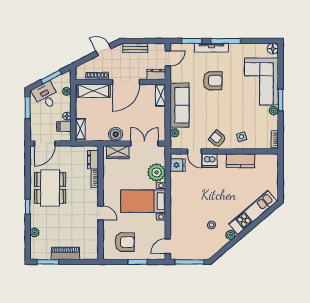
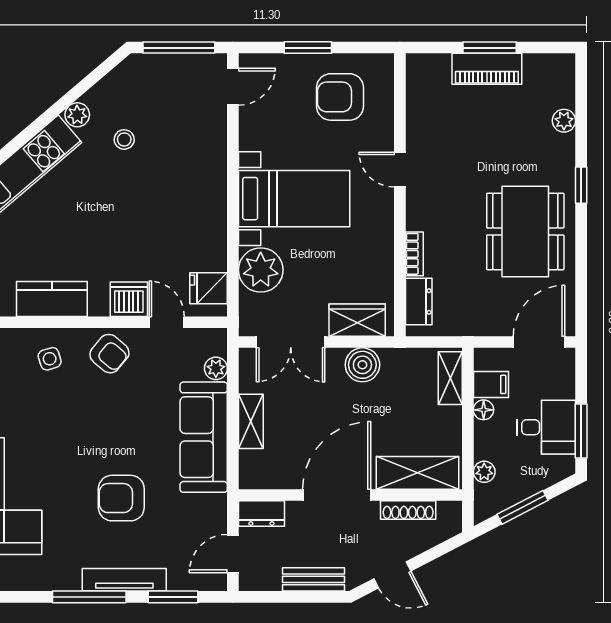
shelving: (161, 95) -> (251, 421), moved
desk: (46, 96) -> (546, 427), moved, turned -63
window: (48, 262) -> (490, 48), moved

